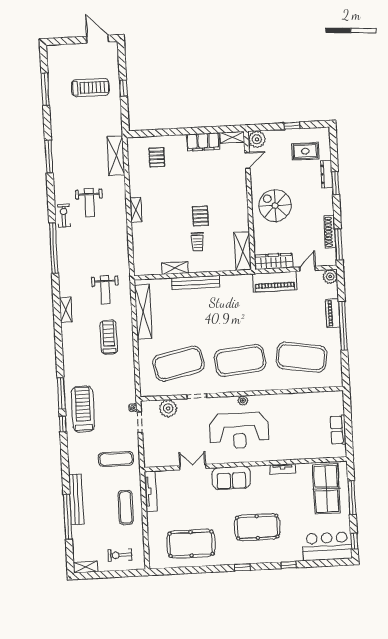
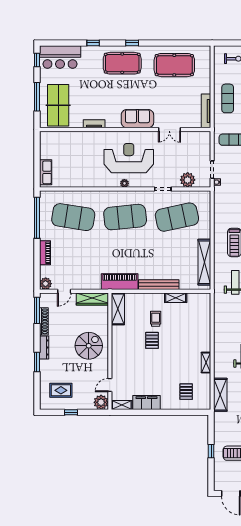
dresser: (327, 174) -> (44, 348), moved
spiral stairs: (275, 206) -> (89, 346), turned -90
shelving: (136, 210) -> (206, 363), moved
piano: (275, 282) -> (120, 282), moved
window: (343, 326) -> (37, 218), moved
row of seats: (338, 430) -> (46, 172), moved
pool table: (257, 527) -> (122, 63), moved

